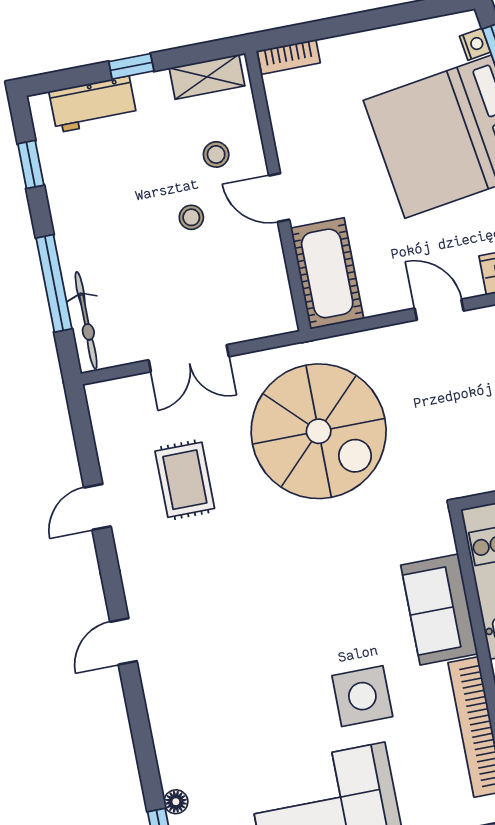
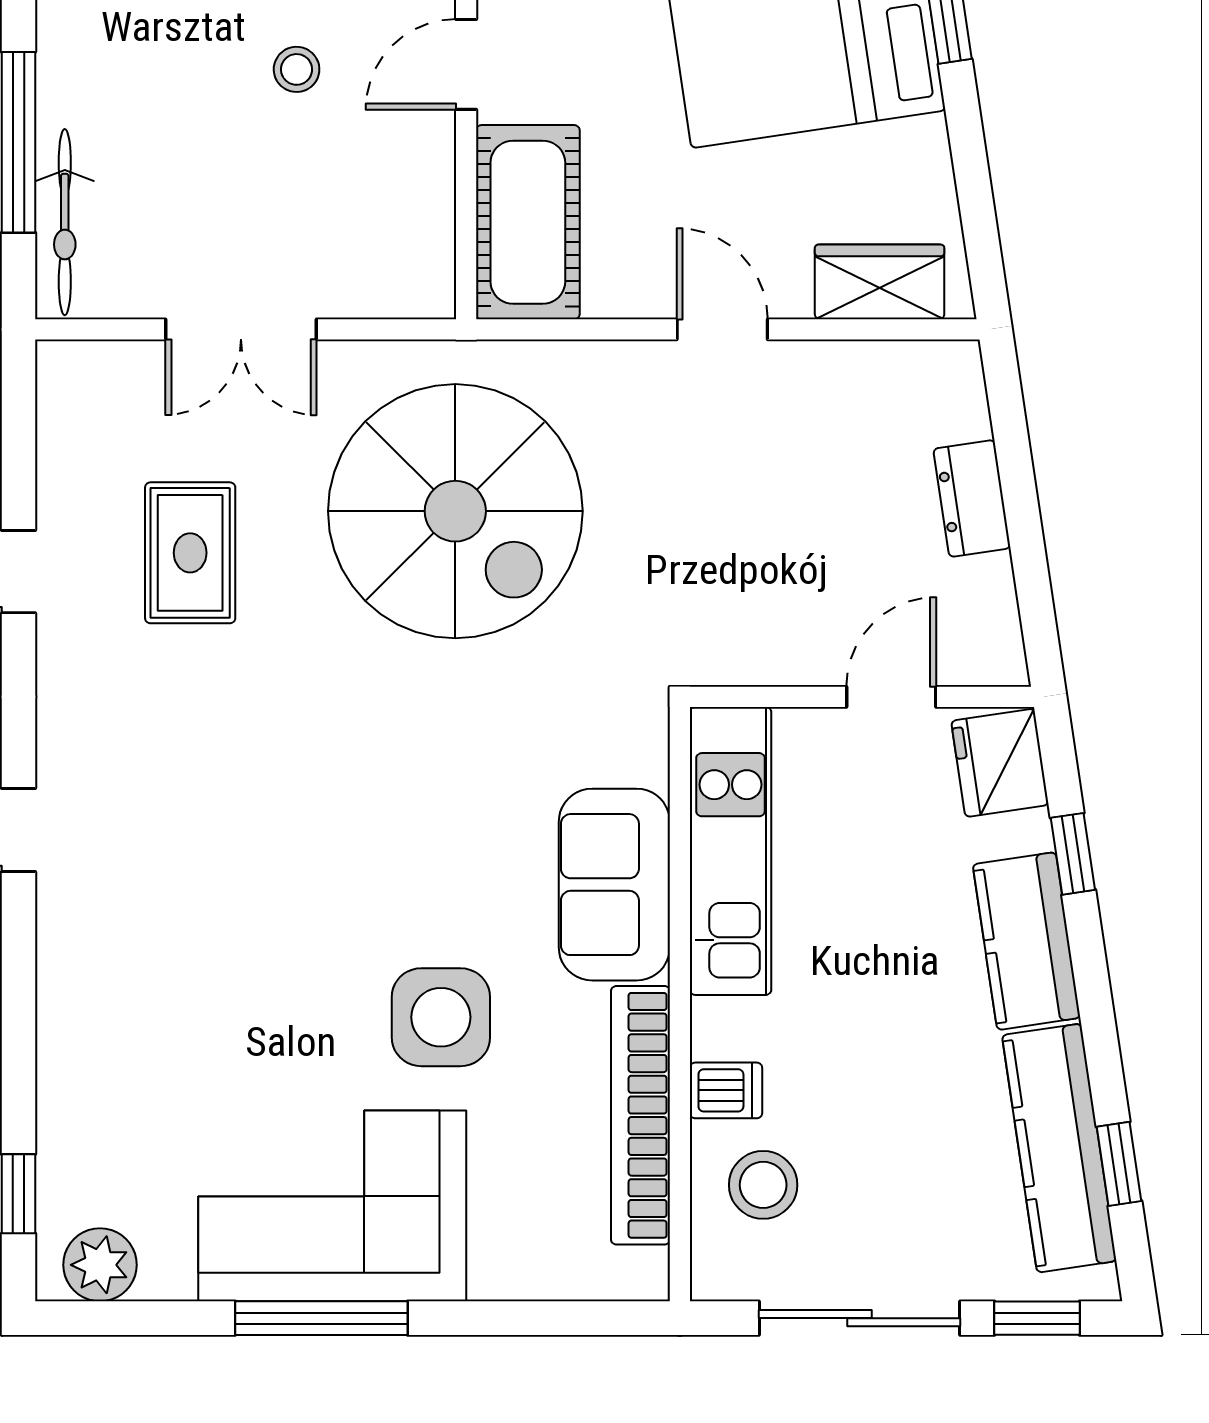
door: (279, 198) -> (466, 64), hinge flipped
floor lamp: (176, 802) -> (58, 1146), removed

